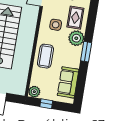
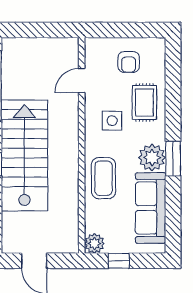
plant: (76, 38) -> (152, 157), moved
sofa: (68, 82) -> (151, 208), width x1.36

